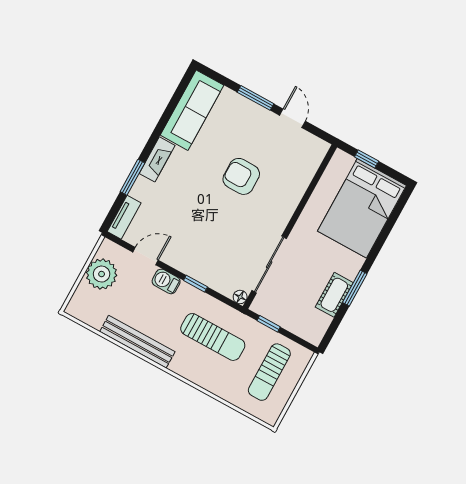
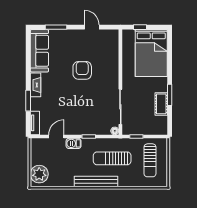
window: (256, 98) -> (56, 27), moved
armchair: (241, 176) -> (82, 70), turned 90
plant: (102, 274) -> (39, 174), moved
sun lounger: (213, 337) -> (112, 158), turned 180
bench: (137, 342) -> (96, 181), moved

